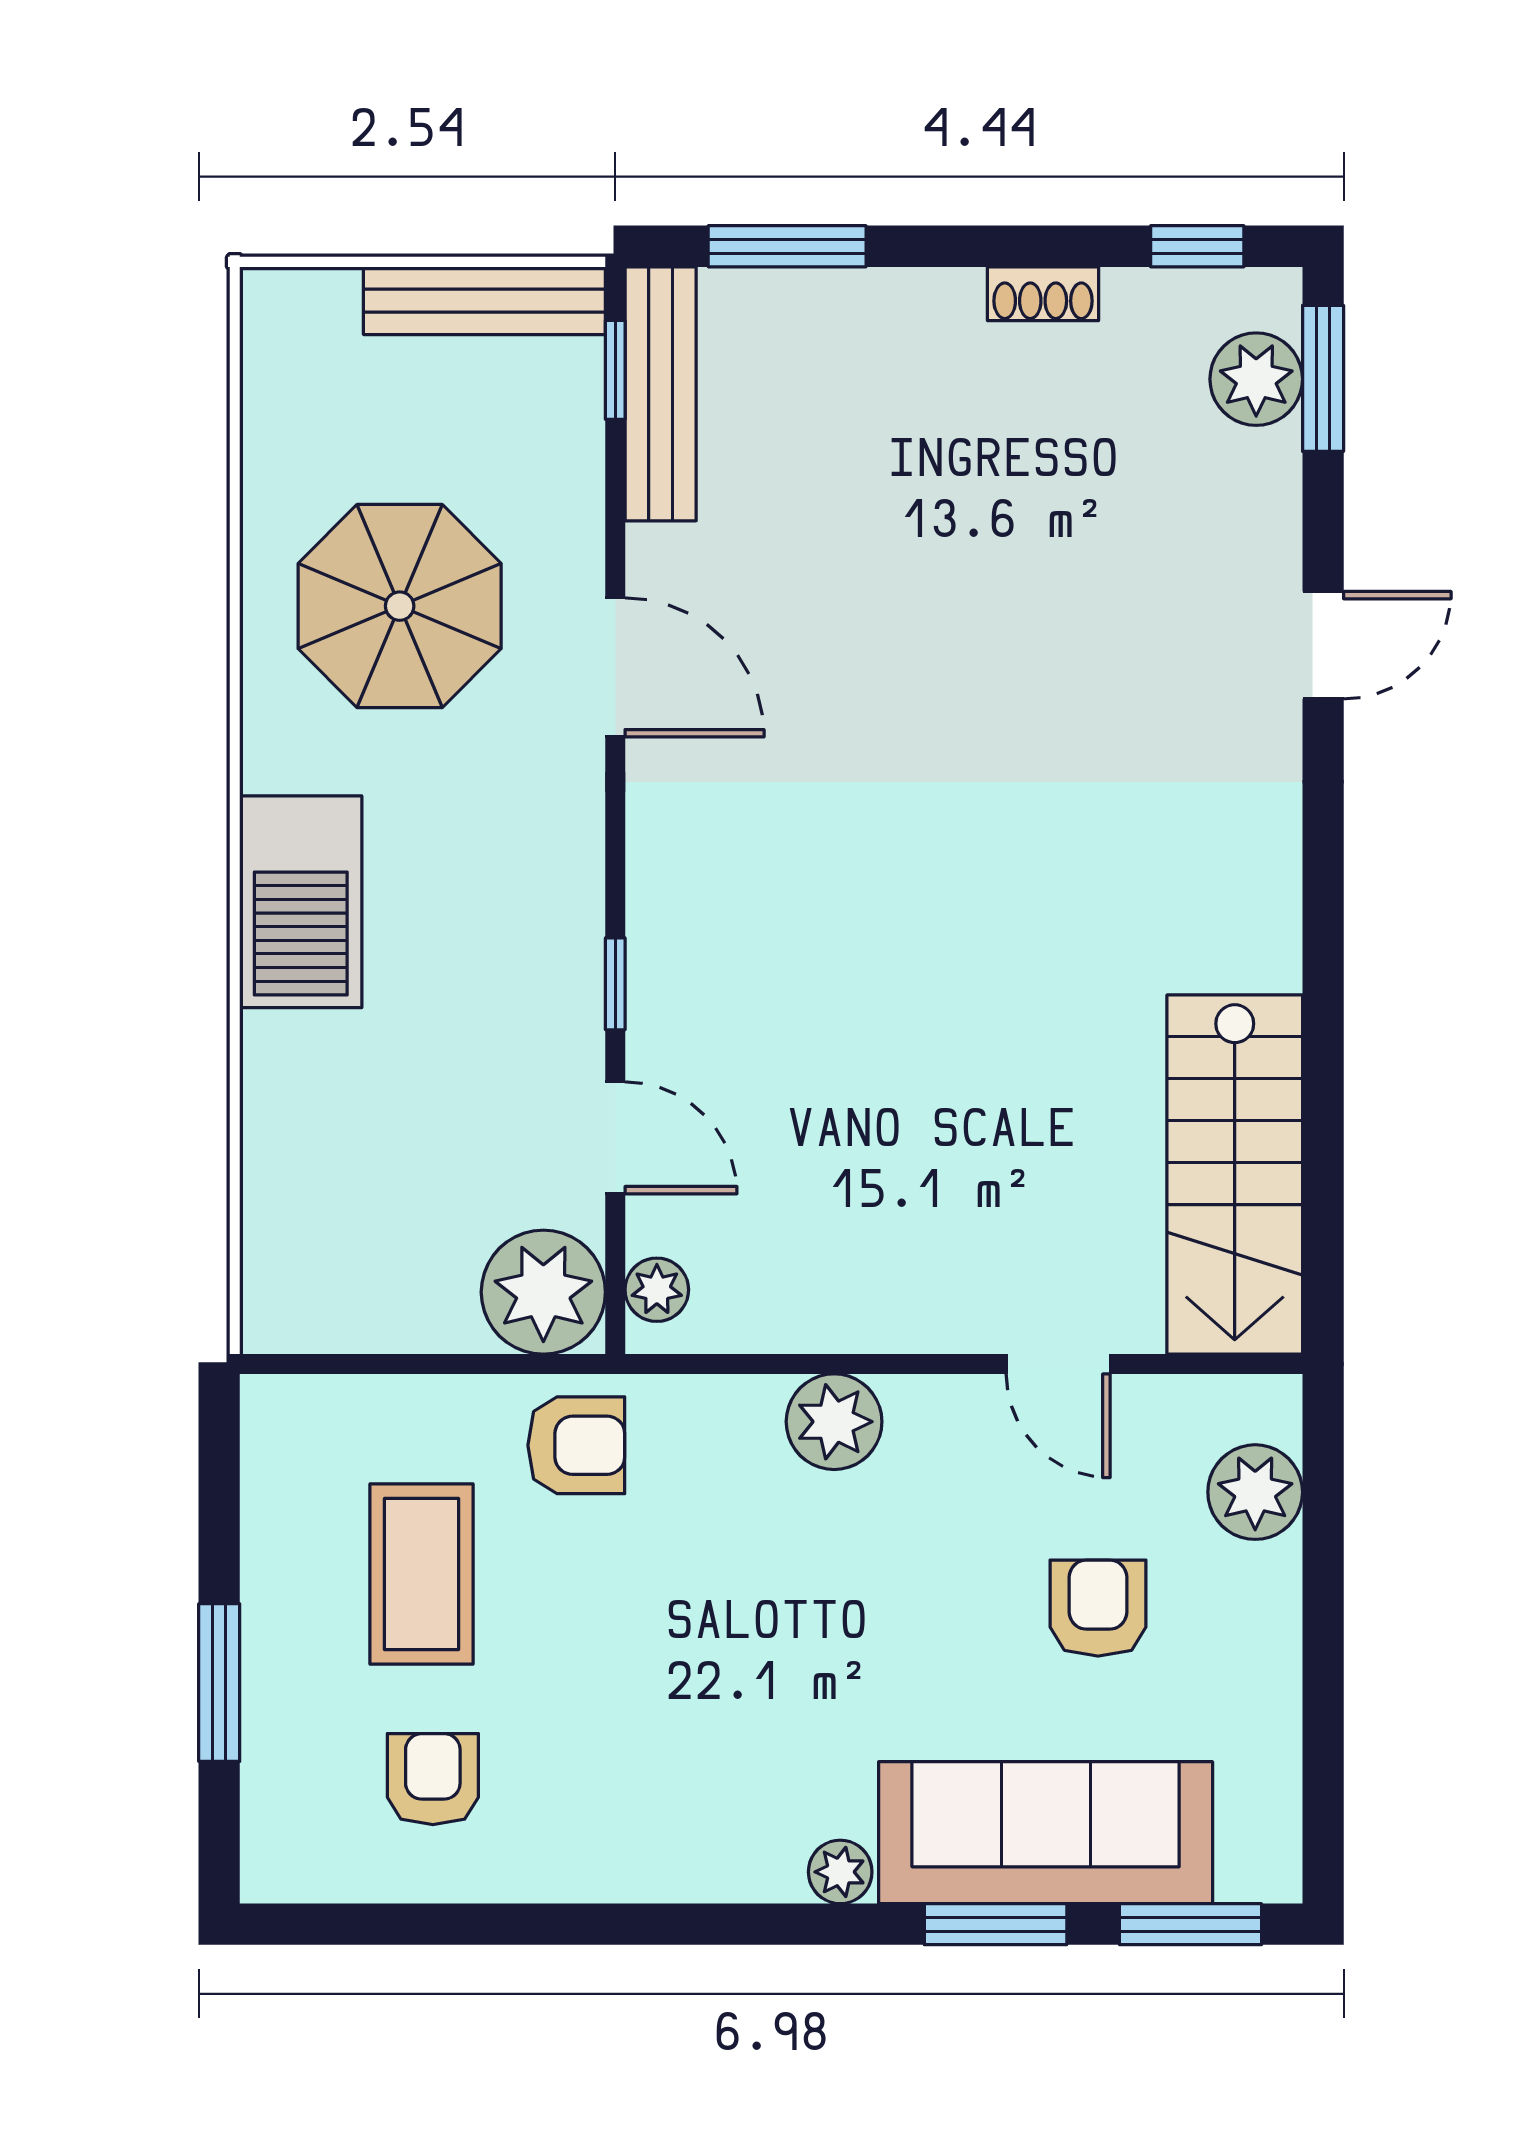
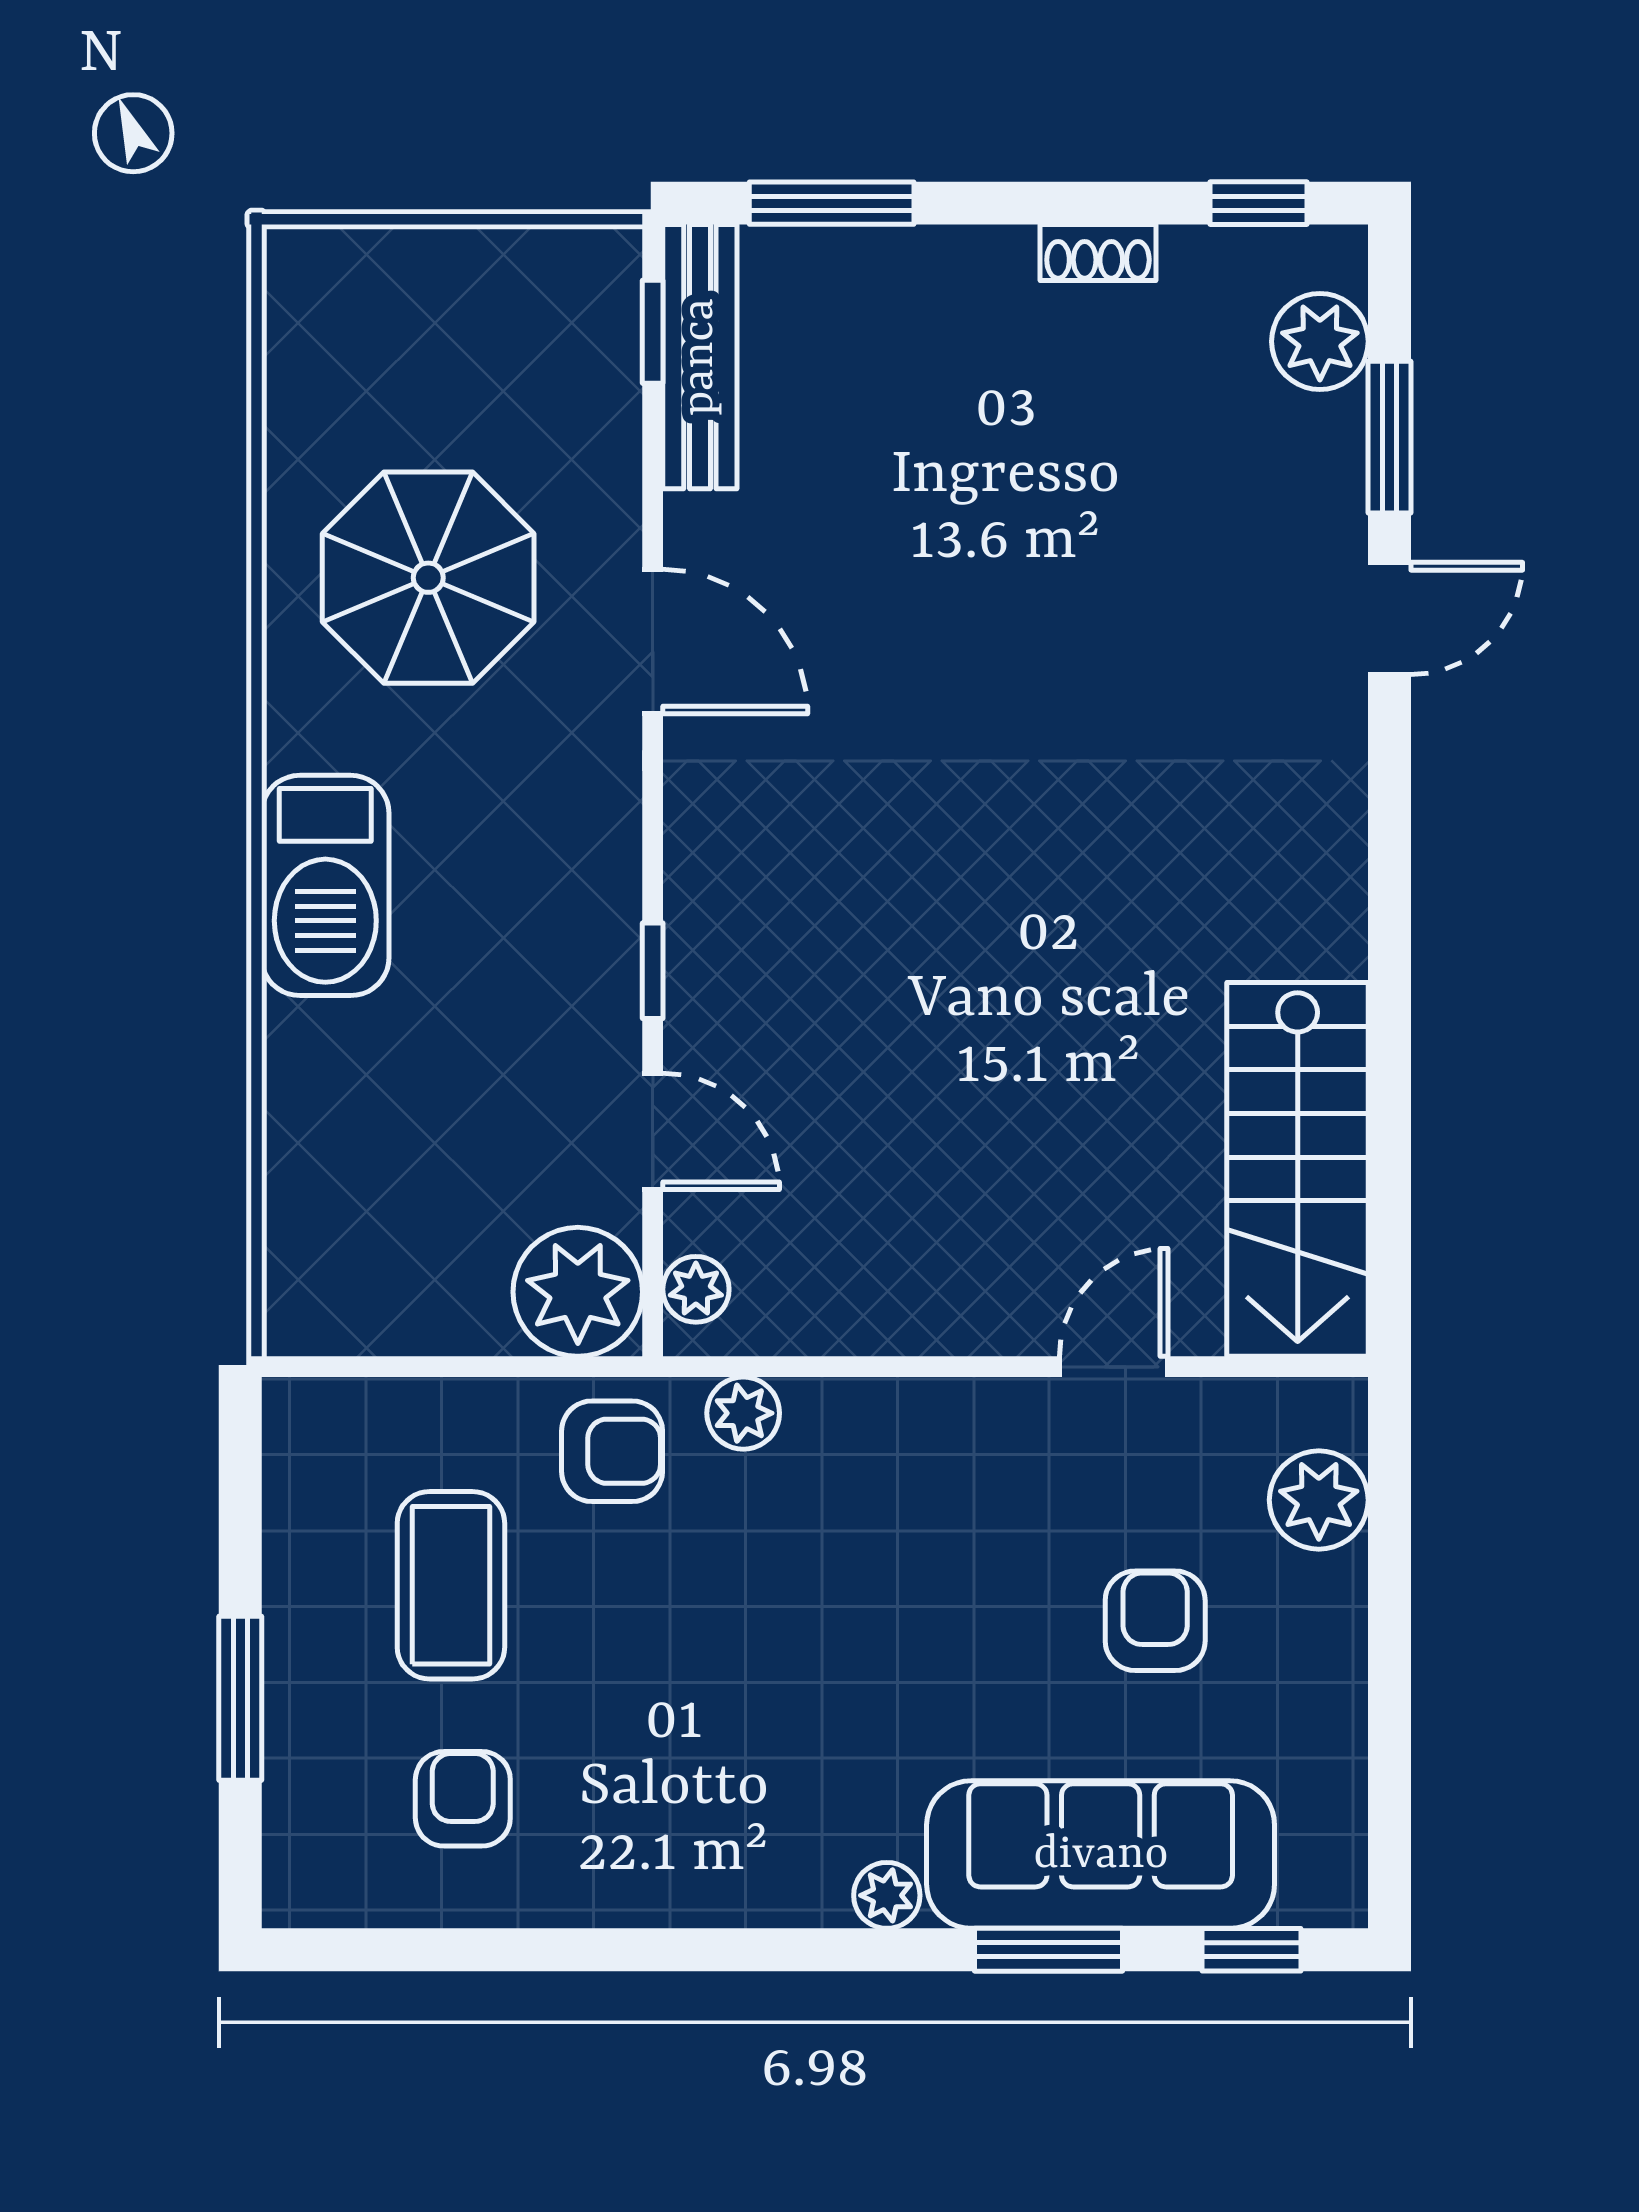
bench: (484, 301) -> (516, 260), removed
window: (1323, 378) -> (1389, 437), moved
door: (1058, 1364) -> (1114, 1367), swing flipped
plant: (834, 1422) -> (743, 1413), moved, width x0.73, depth x0.73
window: (1191, 1924) -> (1251, 1950), width x0.67

